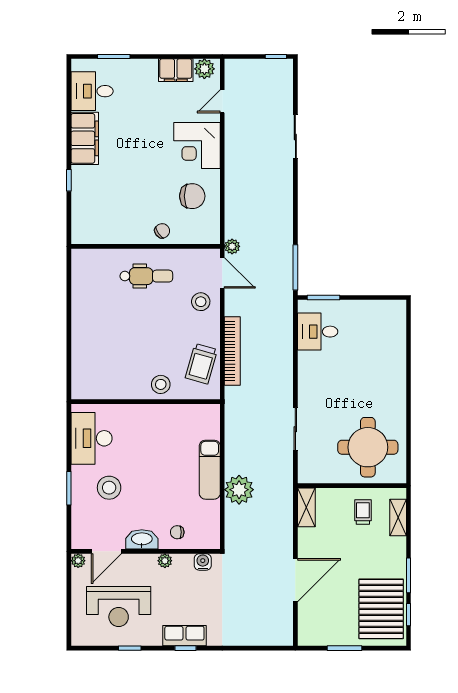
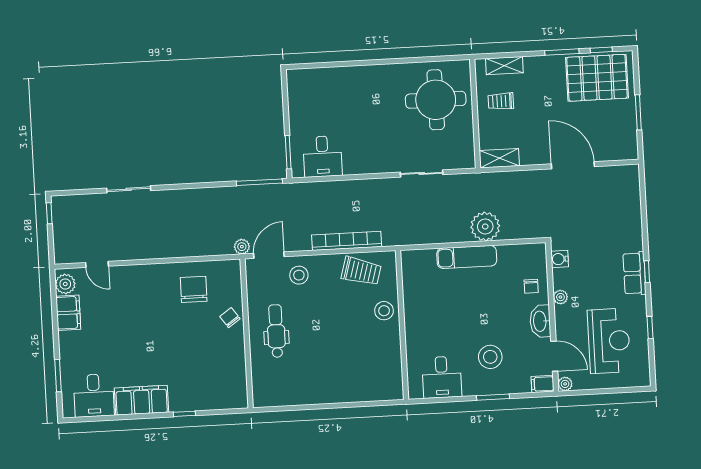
corner desk: (197, 146) -> (143, 287), removed
desk: (92, 438) -> (442, 377), width x0.73
filing cabinet: (79, 538) -> (543, 384), added

